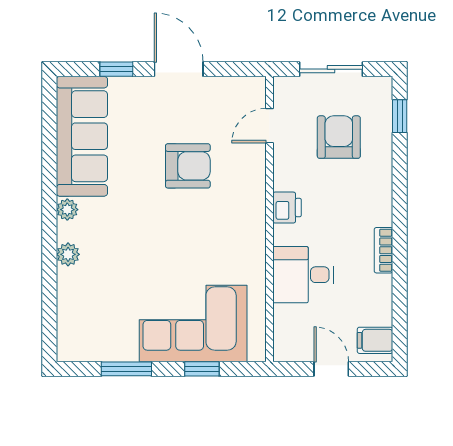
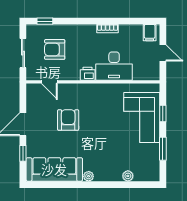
plant: (68, 254) -> (128, 176), moved
desk: (303, 275) -> (114, 66), width x1.37
door: (331, 369) -> (163, 53), swing flipped

